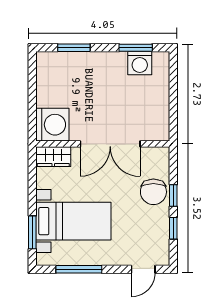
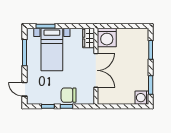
washing machine: (140, 63) -> (142, 98), moved
double door: (110, 144) -> (96, 70), swing flipped

